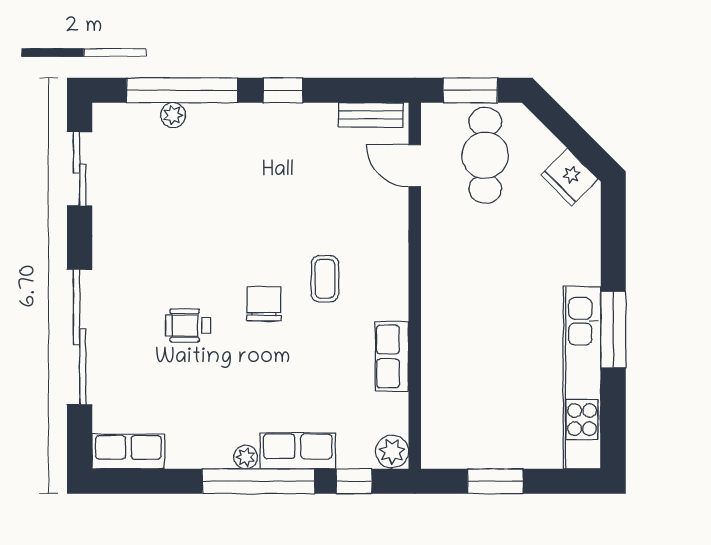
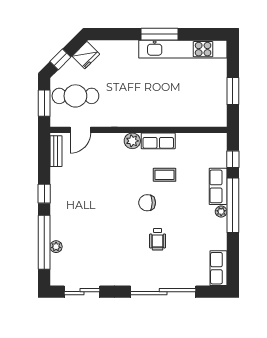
window: (561, 124) -> (60, 59), added
coffee table: (325, 279) -> (165, 175), moved
row of seats: (392, 356) -> (158, 141), moved
plant: (392, 451) -> (132, 141), moved

